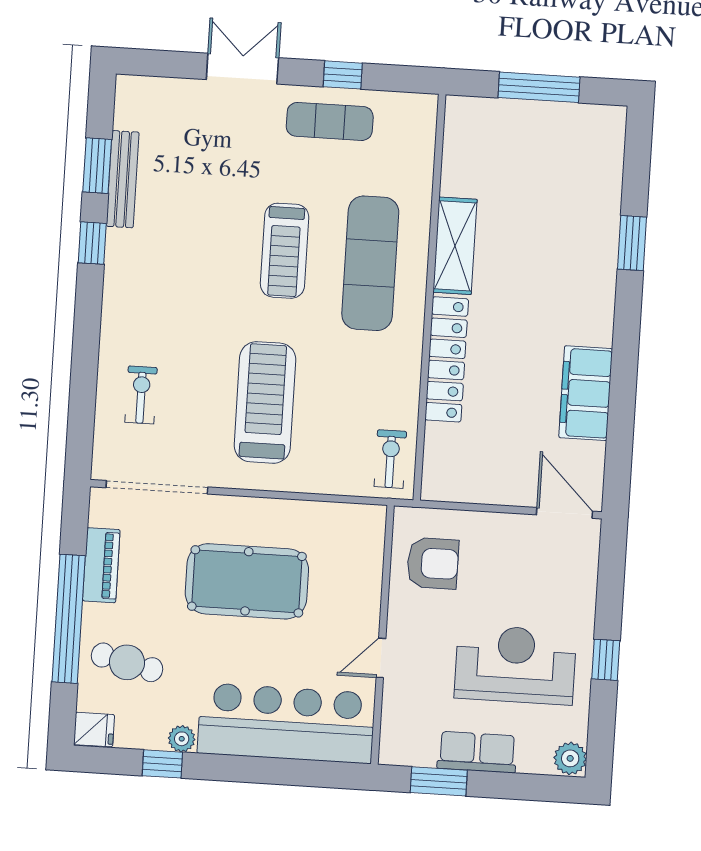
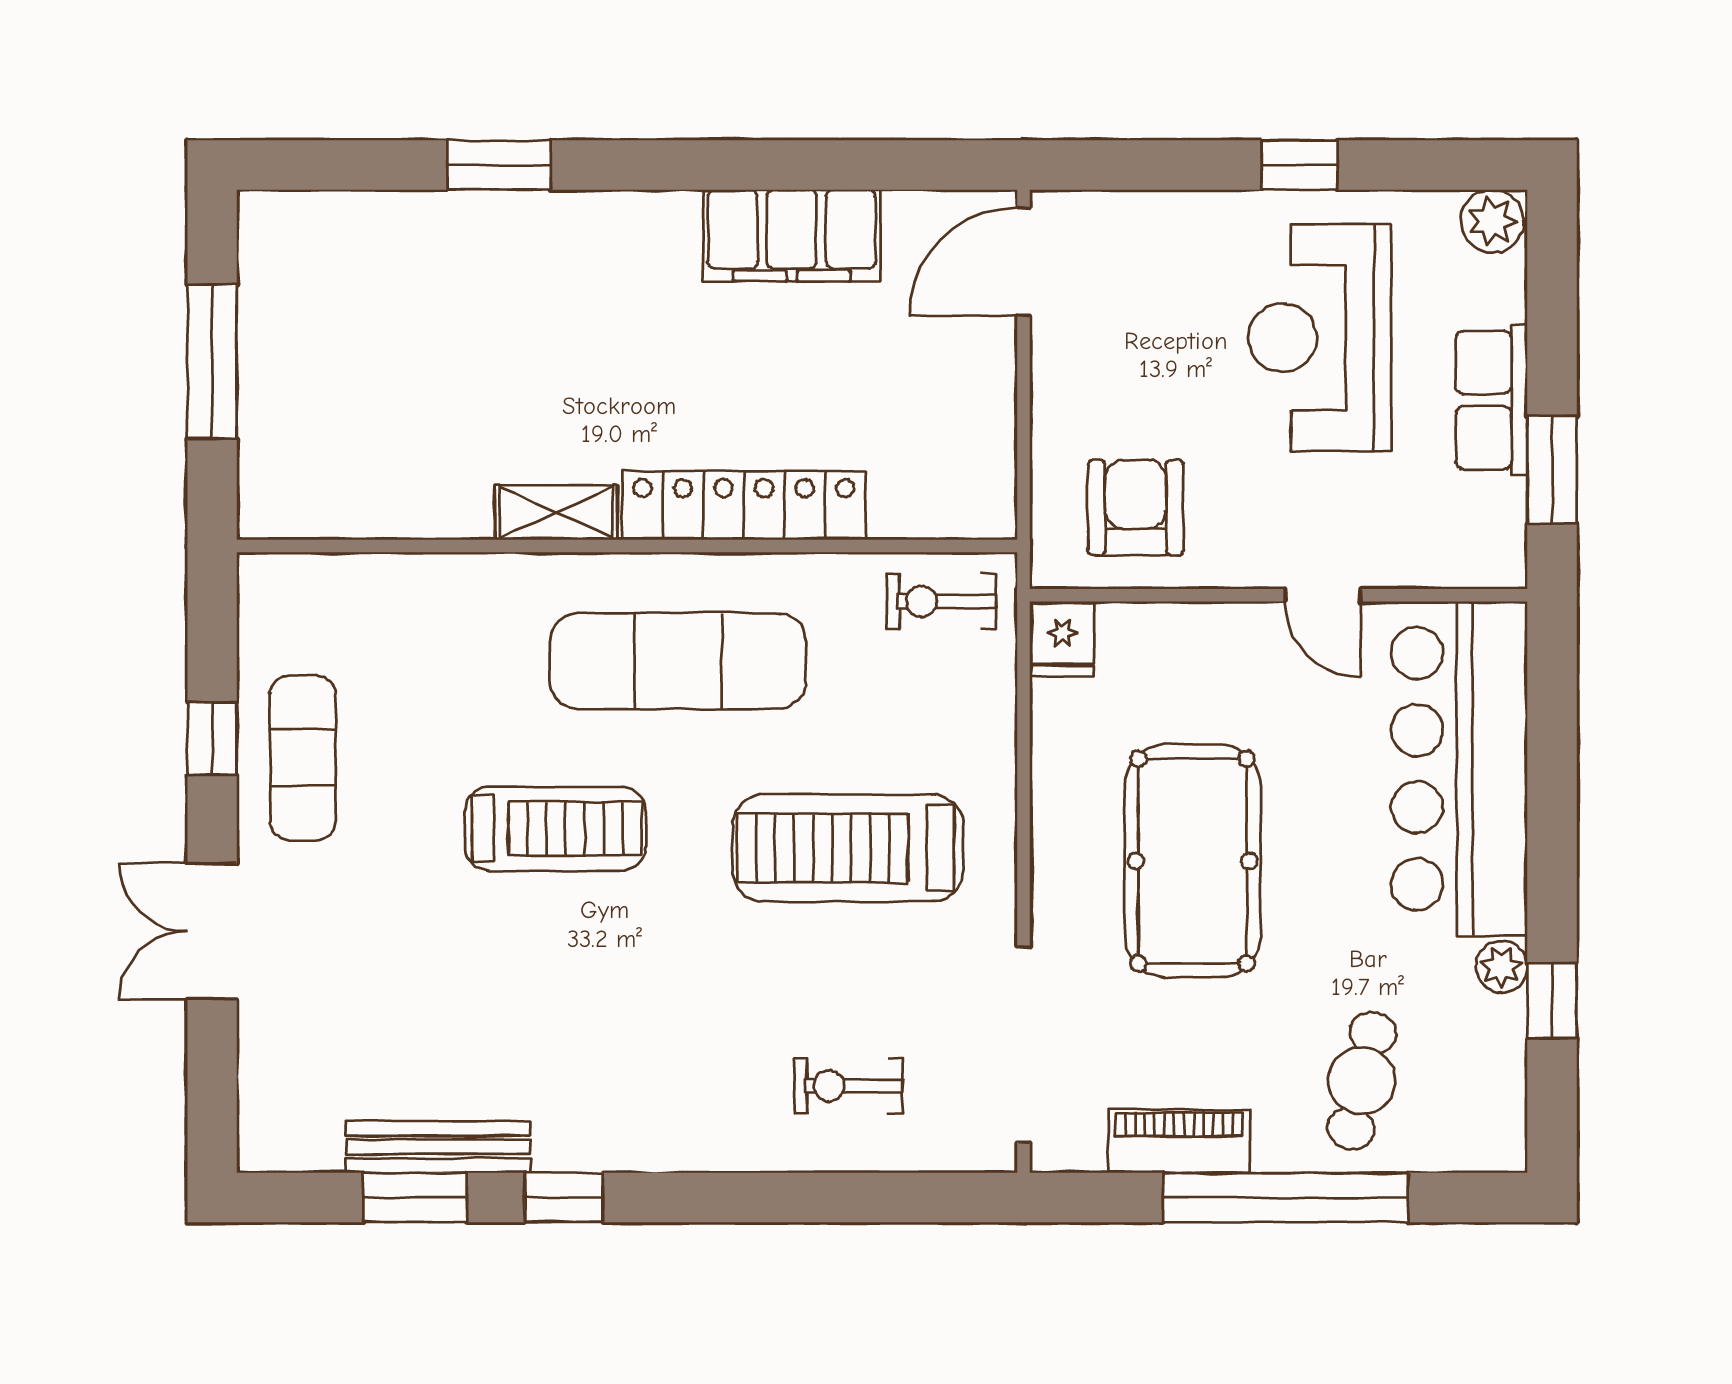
shelving: (455, 246) -> (556, 512), width x0.67, depth x0.75
exercise mat: (370, 263) -> (678, 661), moved
fridge: (94, 730) -> (1063, 639), moved, turned 180

